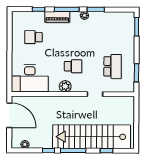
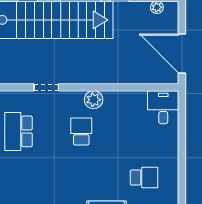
school desk: (73, 66) -> (81, 131), turned 90
desk: (30, 78) -> (163, 107), width x0.53, depth x0.77

